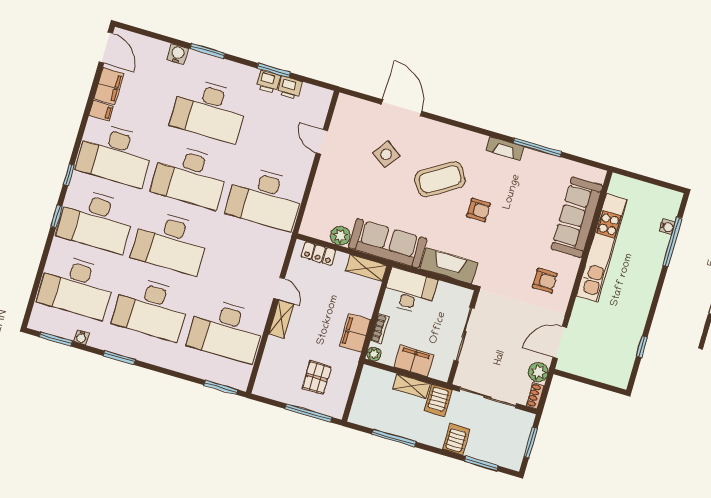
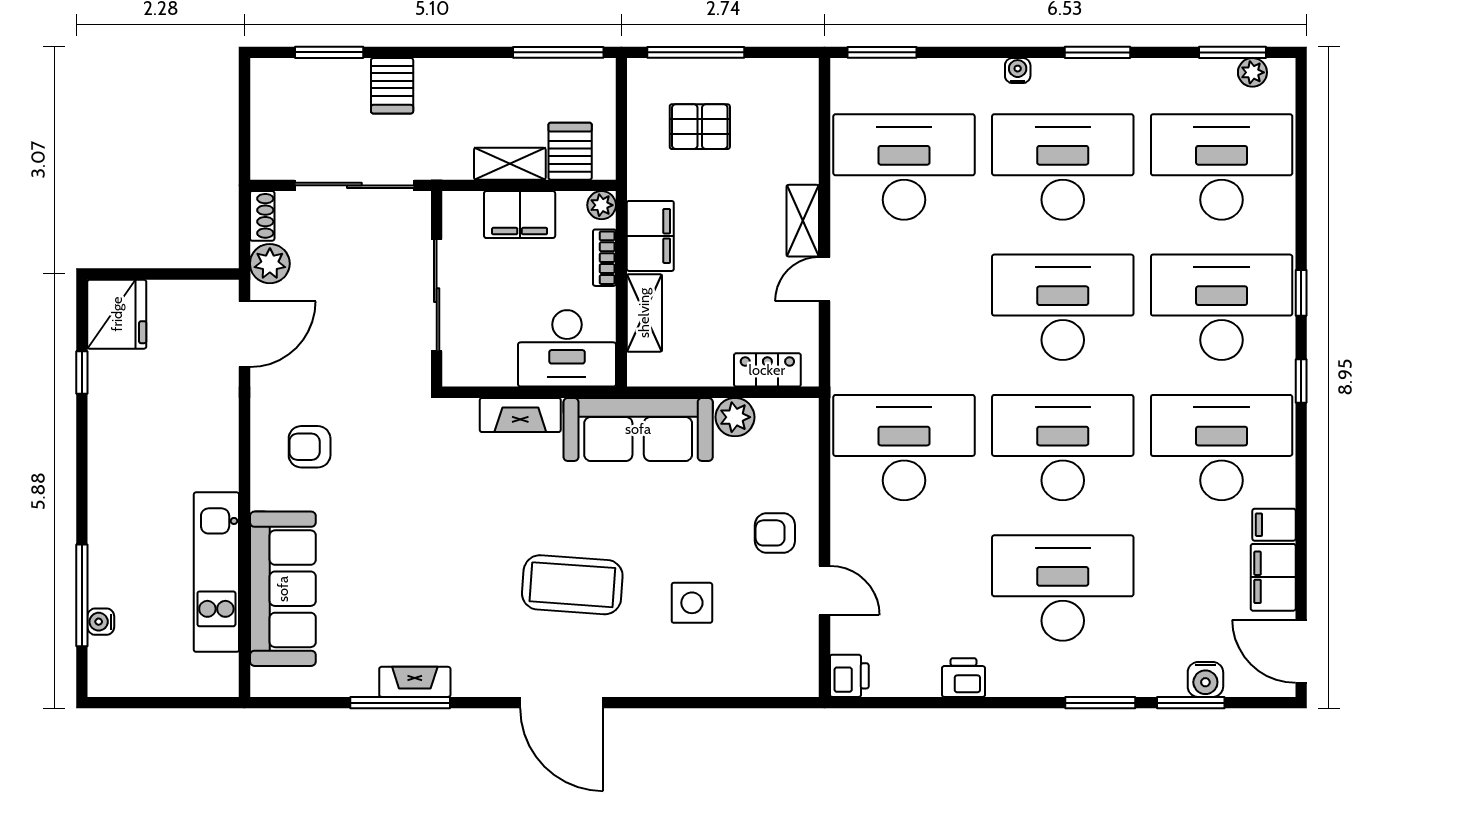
water cooler: (178, 54) -> (1205, 679), moved
window: (274, 70) -> (1191, 703), moved
printer: (290, 88) -> (849, 676), moved, turned 90
door: (402, 108) -> (562, 703), moved
fireplace: (505, 149) -> (415, 682), moved
side table: (386, 154) -> (692, 603), turned -36
coffee table: (440, 179) -> (572, 585), turned 36
armchair: (479, 210) -> (775, 533), moved
kitchen unit: (602, 248) -> (216, 572), width x0.73
fireplace: (449, 266) -> (520, 415), width x0.73, depth x0.76
shelving: (366, 268) -> (644, 313), moved, turned 90
door: (279, 288) -> (824, 279), hinge flipped
plant: (49, 327) -> (1252, 72), added
water cooler: (81, 337) -> (1018, 71), moved
fridge: (617, 369) -> (117, 314), added
pallet: (317, 377) -> (700, 127), turned 90
server rack: (438, 400) -> (570, 151), moved
window: (394, 438) -> (558, 52), moved
window: (531, 443) -> (244, 121), removed

